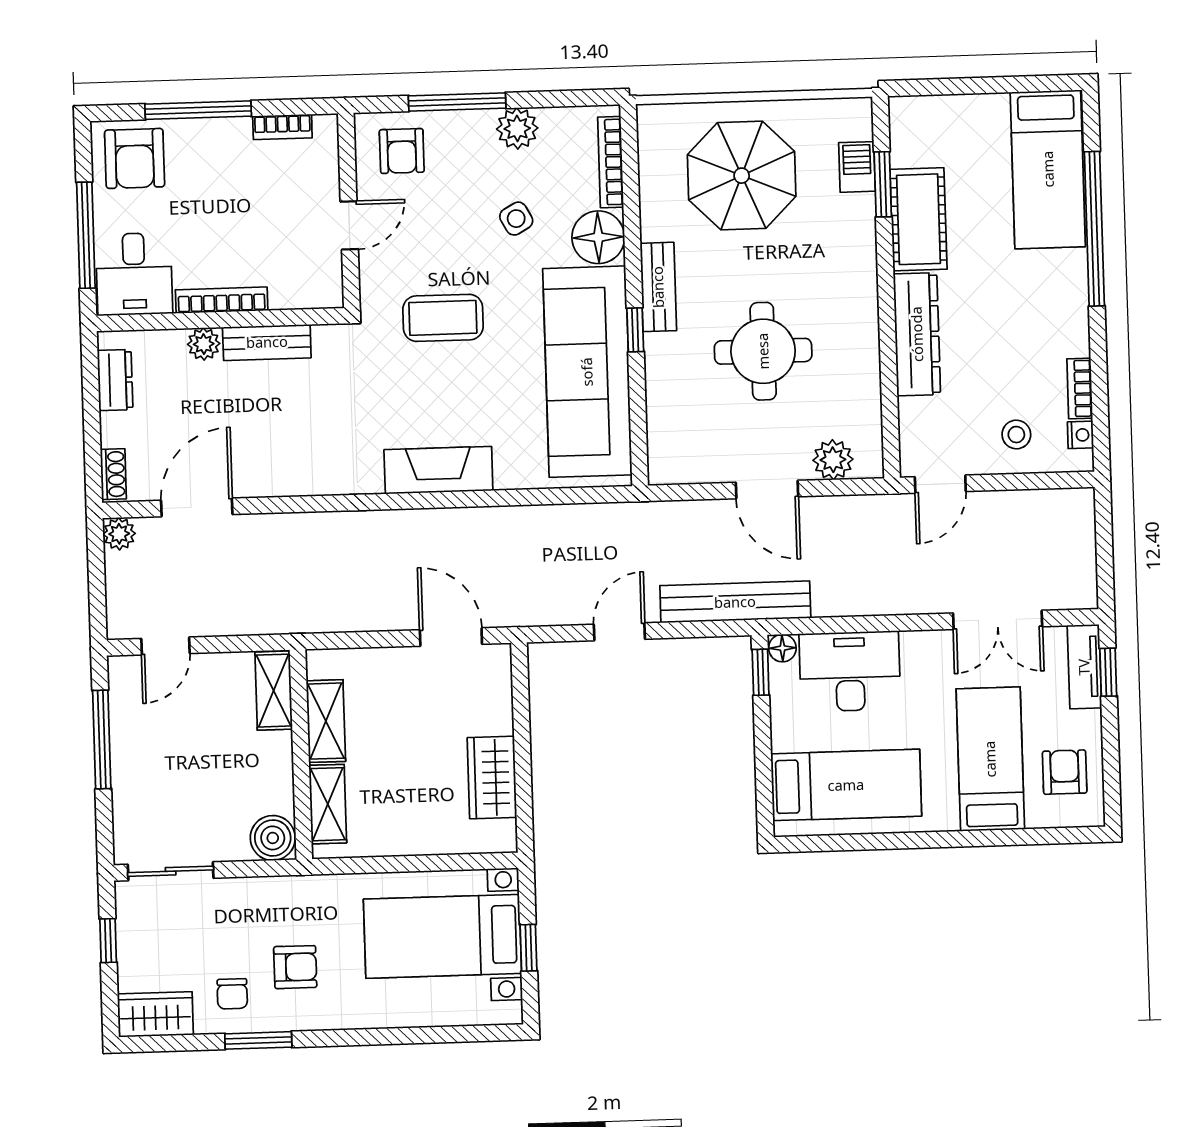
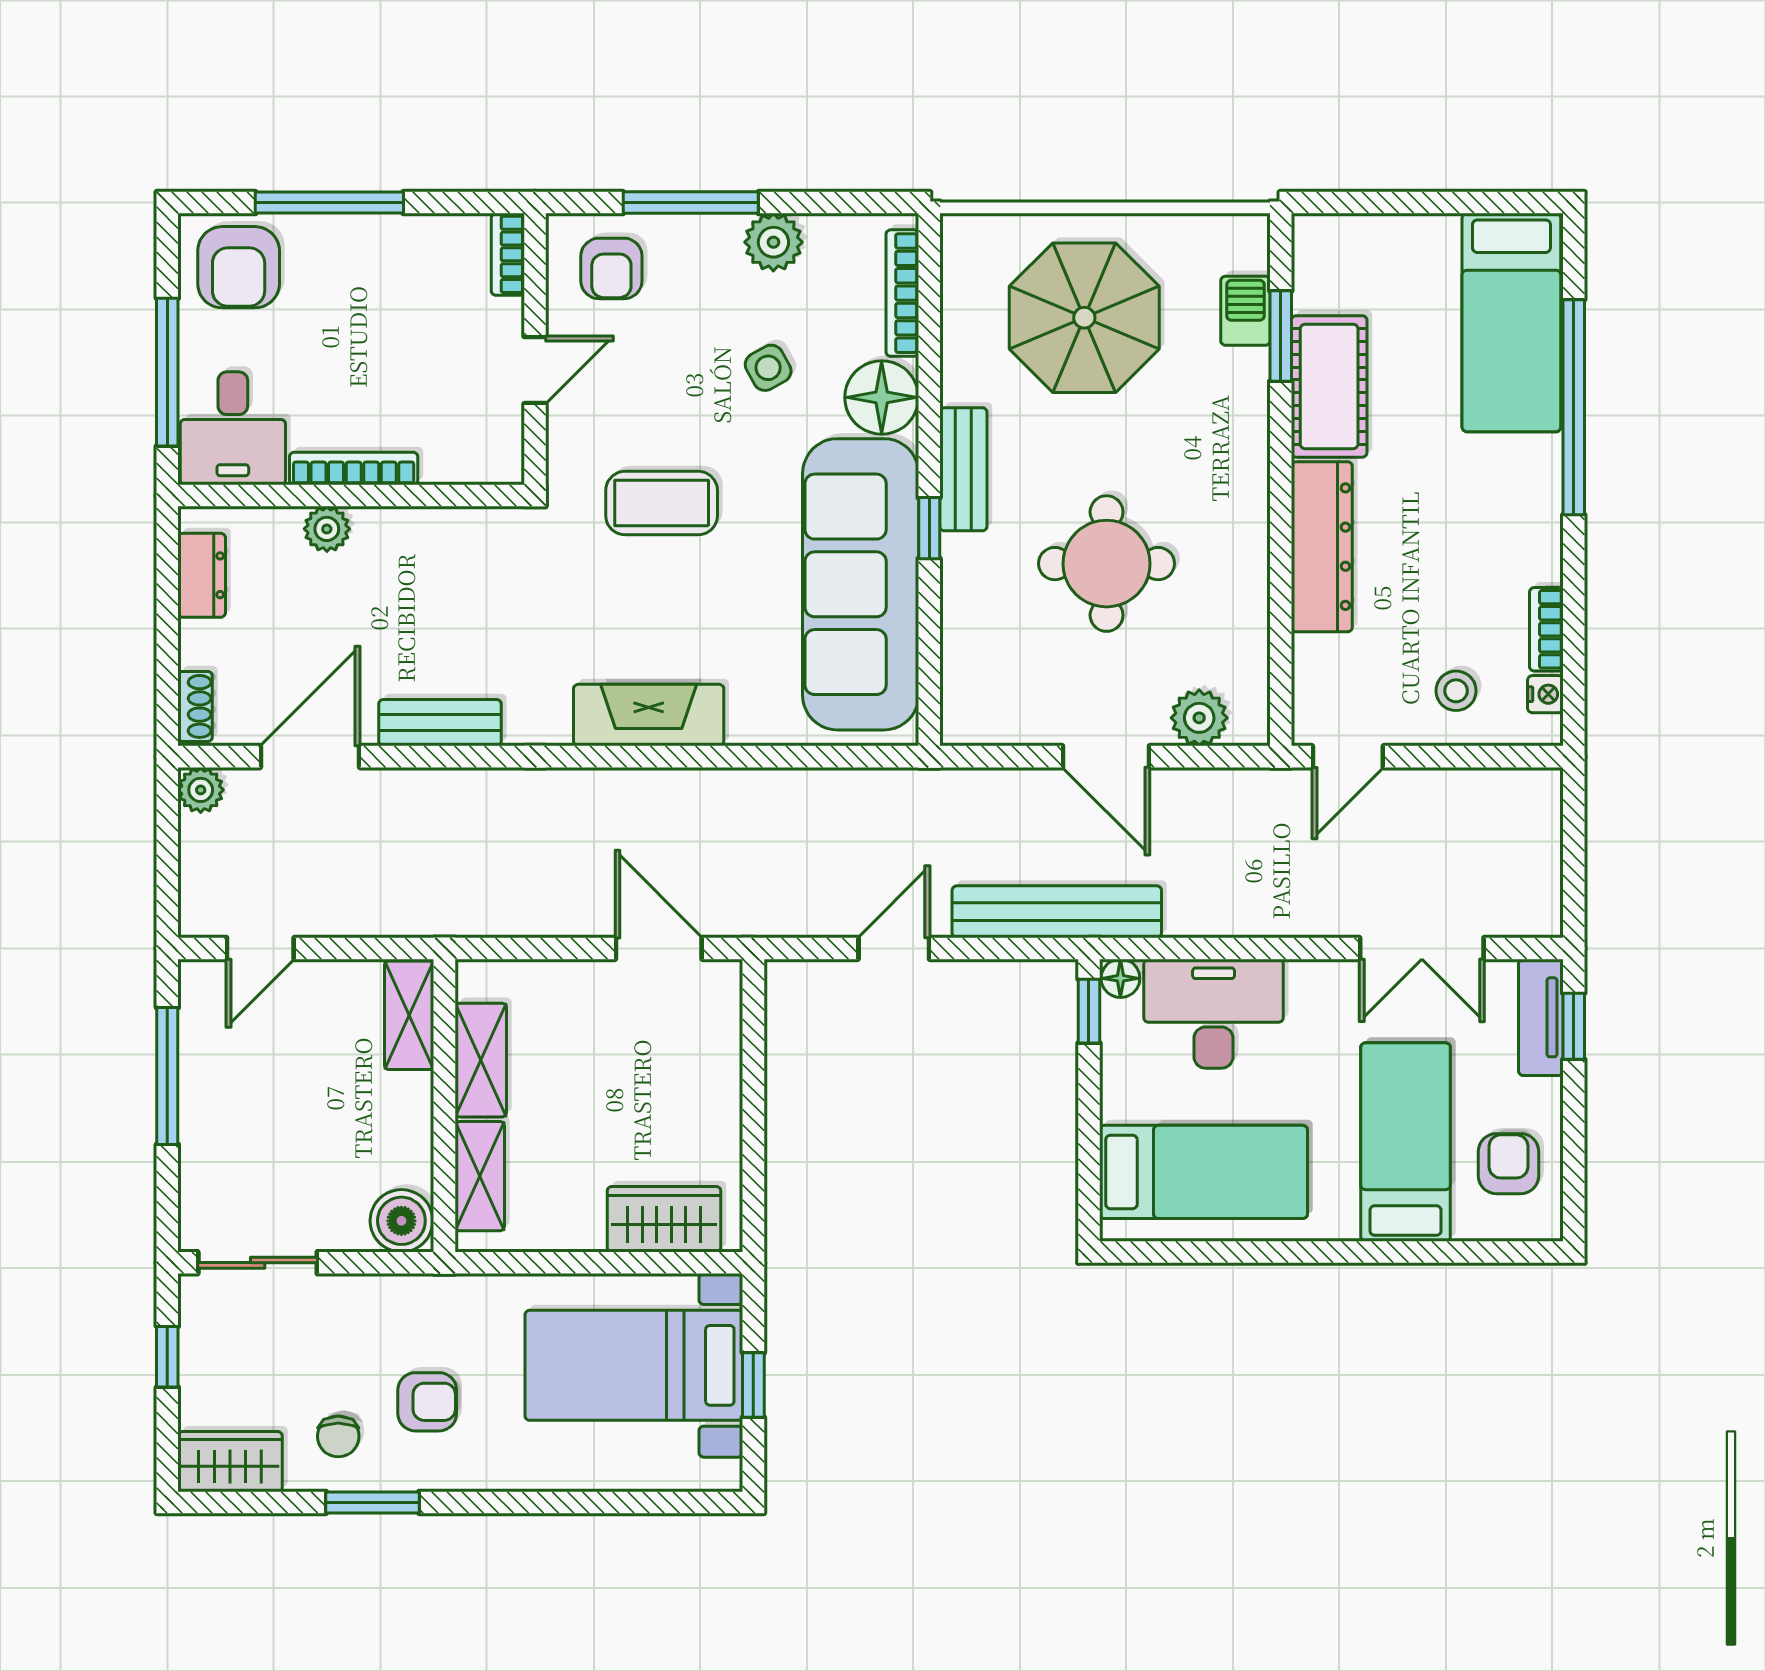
bookcase: (282, 127) -> (508, 254), moved, turned 90
bench: (267, 342) -> (440, 723), moved
wardrobe: (492, 778) -> (664, 1219), moved, turned 90

